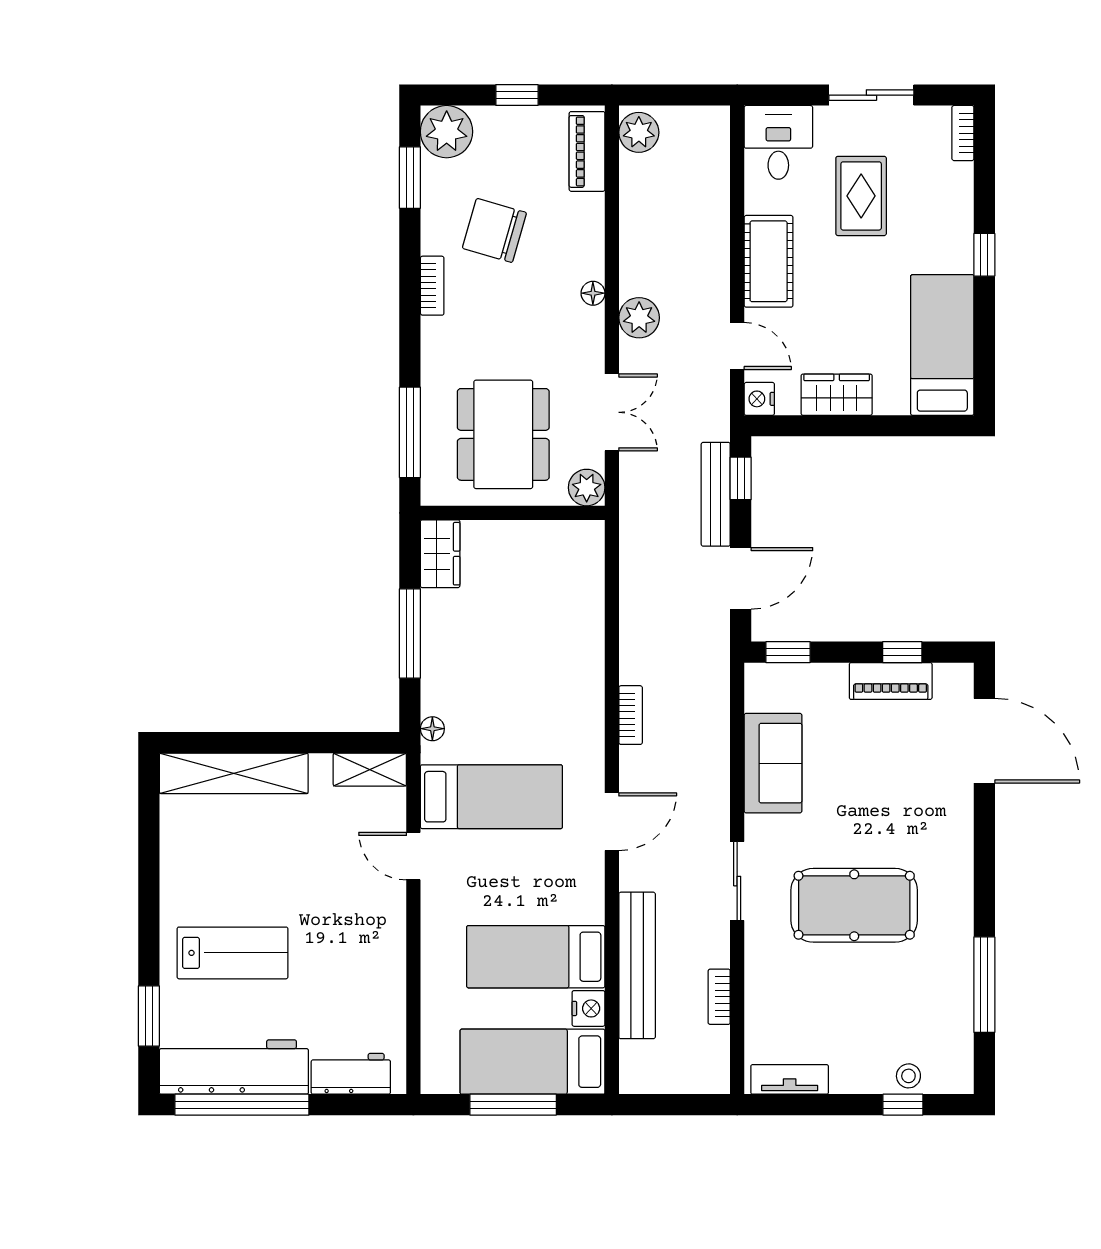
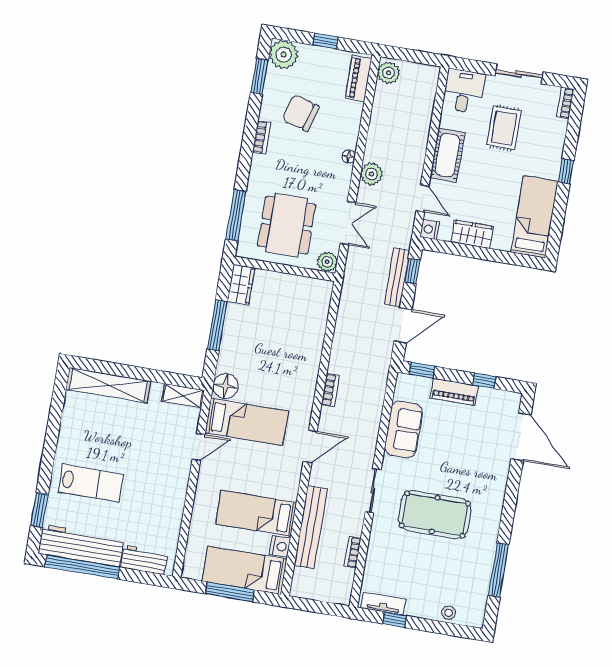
piano: (891, 681) -> (454, 392), moved
floor lamp: (432, 729) -> (226, 386), width x1.89, depth x1.89
door: (413, 856) -> (199, 447), swing flipped
window: (903, 1105) -> (395, 620), moved

